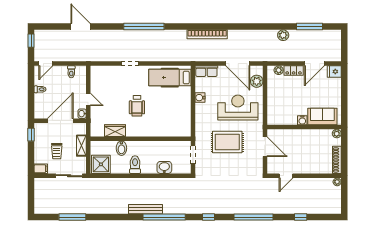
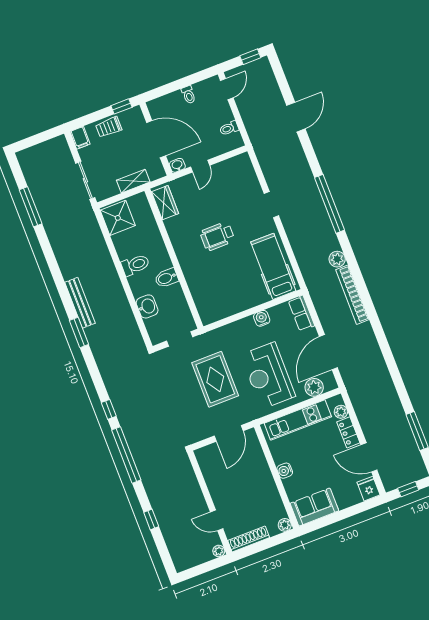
plant: (283, 35) -> (337, 259), moved
window: (344, 46) -> (408, 489), added
door: (46, 64) -> (227, 89), swing flipped
kitchen unit: (273, 100) -> (298, 420), added
reception desk: (238, 108) -> (268, 376), turned 180
sofa: (322, 117) -> (314, 507), moved, turned -90
wardrobe: (115, 131) -> (165, 203), moved
bidet: (121, 148) -> (166, 278), moved
trolley: (57, 151) -> (109, 127), moved
door: (286, 176) -> (217, 520), moved
window: (164, 217) -> (79, 332), width x0.47
window: (209, 217) -> (109, 409), moved

